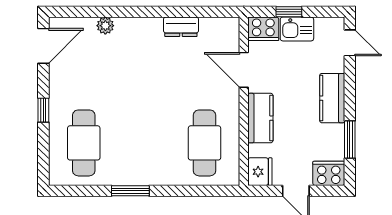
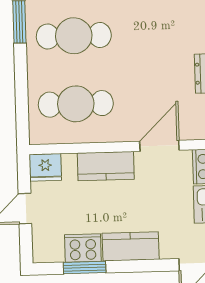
cafe table: (144, 143) -> (74, 36), added
cooker: (329, 173) -> (83, 248), moved, turned -90

